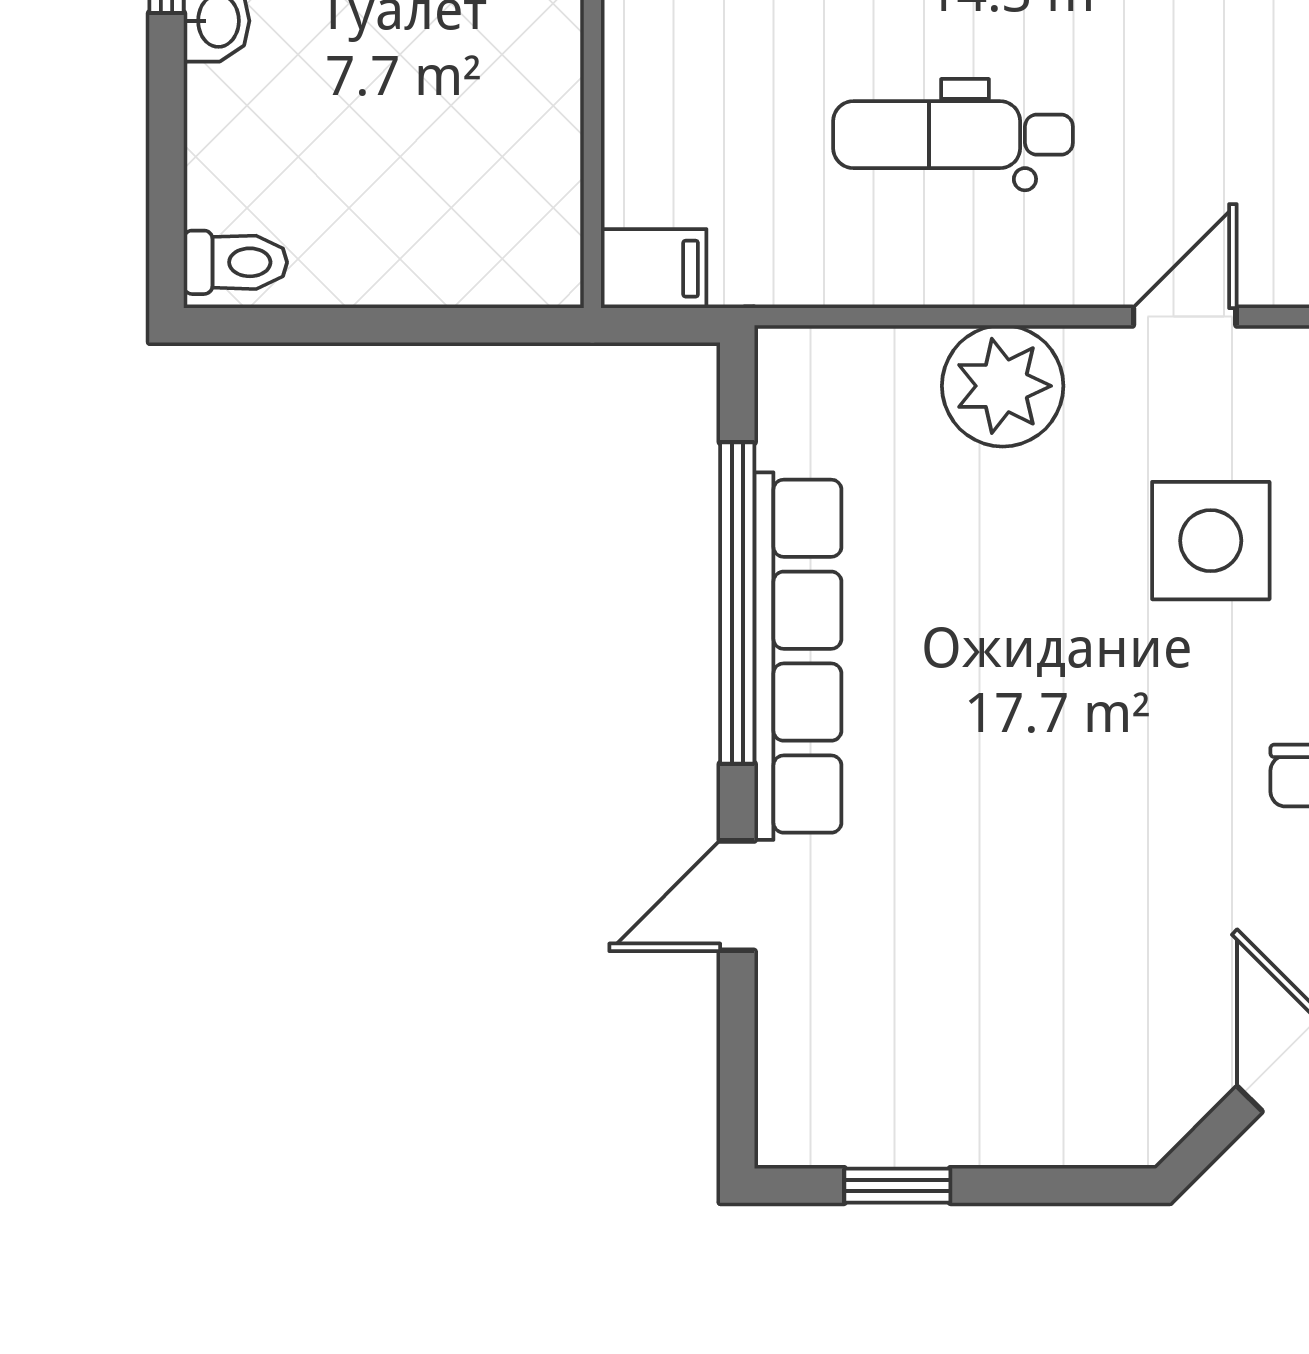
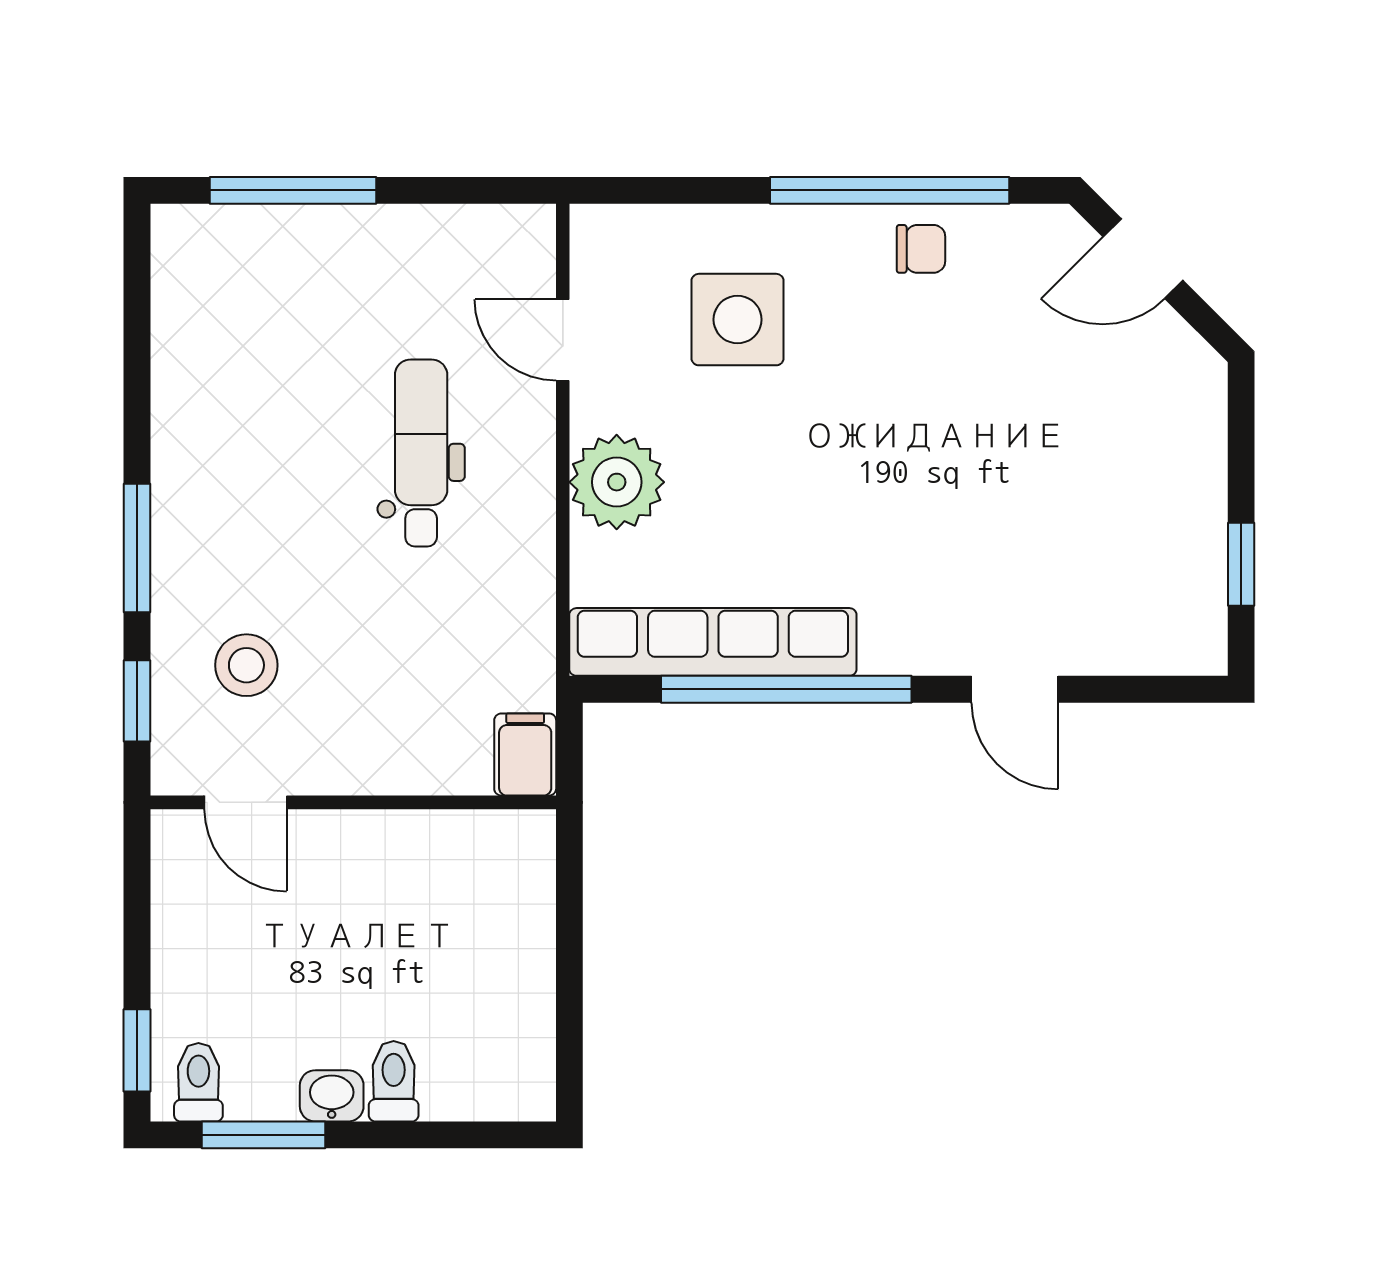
dental chair: (953, 135) -> (421, 453), moved, turned 180
toilet: (235, 262) -> (394, 1081), moved
row of seats: (798, 656) -> (713, 642), moved

